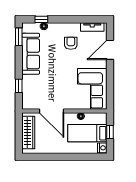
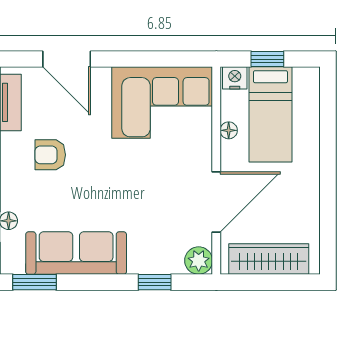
plant: (28, 104) -> (199, 261), added
nightstand: (102, 148) -> (235, 78), moved

